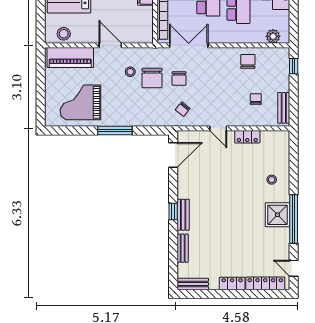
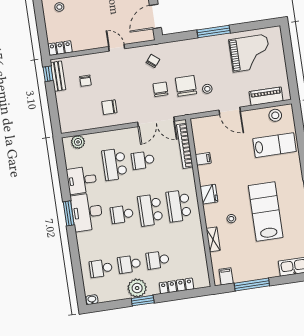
piano: (70, 58) -> (266, 96), width x0.73, depth x0.75
chair: (248, 61) -> (109, 107), moved, turned 90
window: (294, 66) -> (48, 74), moved
locker: (247, 137) -> (60, 48), moved

